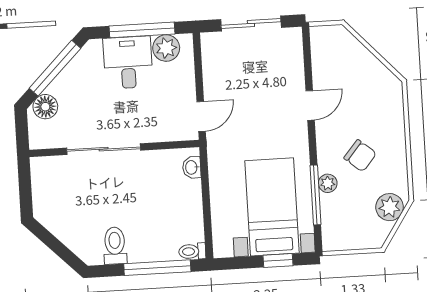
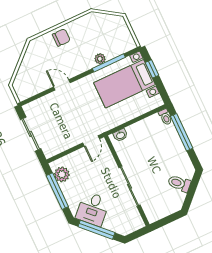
desk: (128, 63) -> (93, 209), moved, turned -45
floor lamp: (45, 107) -> (119, 227), removed
door: (201, 116) -> (91, 141), swing flipped
chair: (360, 156) -> (61, 38), moved, turned 50
plant: (390, 207) -> (100, 21), removed
toilet: (115, 246) -> (179, 183), moved, turned 45

